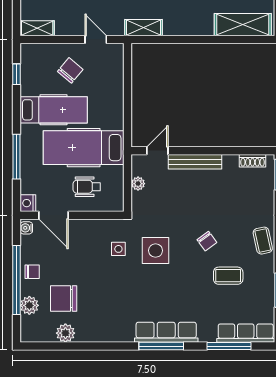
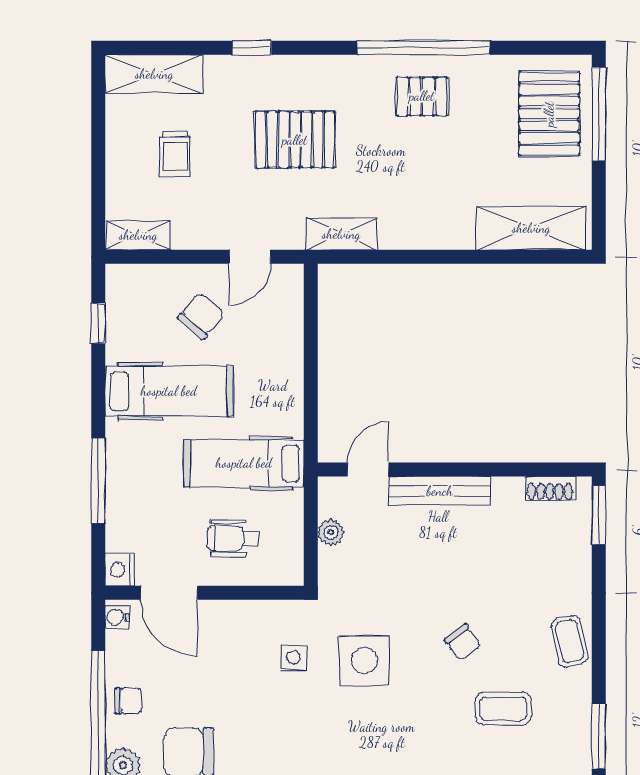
door: (96, 40) -> (250, 257), swing flipped
hospital bed: (84, 148) -> (244, 463), width x0.73, depth x0.78

